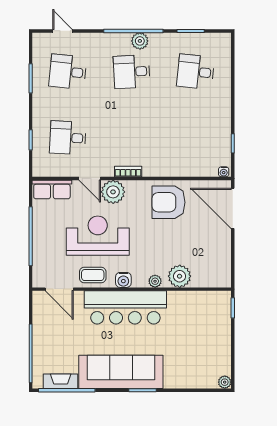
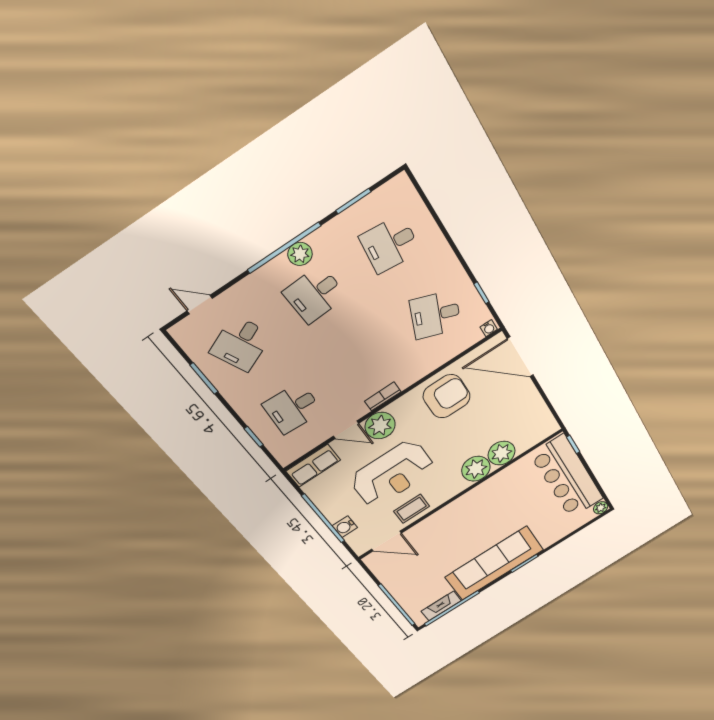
desk: (68, 72) -> (241, 344), turned -30
desk: (196, 138) -> (436, 315), added
armchair: (168, 202) -> (447, 396), turned 180
reception desk: (98, 236) -> (392, 474), turned 180
water cooler: (123, 280) -> (345, 527), moved, turned 90
plant: (155, 281) -> (476, 469), width x1.88, depth x1.88
bar counter: (125, 307) -> (567, 477), moved, turned 90

